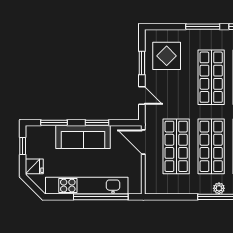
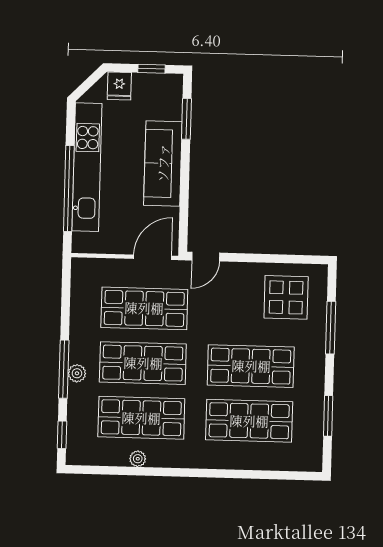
window: (203, 27) -> (331, 328), moved
window: (142, 63) -> (276, 259), removed
door: (142, 95) -> (206, 257), moved
window: (97, 123) -> (185, 186), removed

